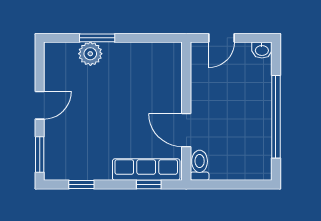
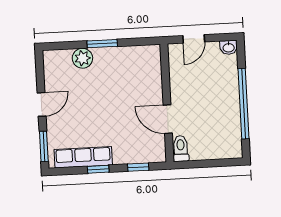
window: (97, 38) -> (102, 44), moved
row of seats: (146, 170) -> (83, 157), moved
window: (81, 185) -> (98, 169), moved

